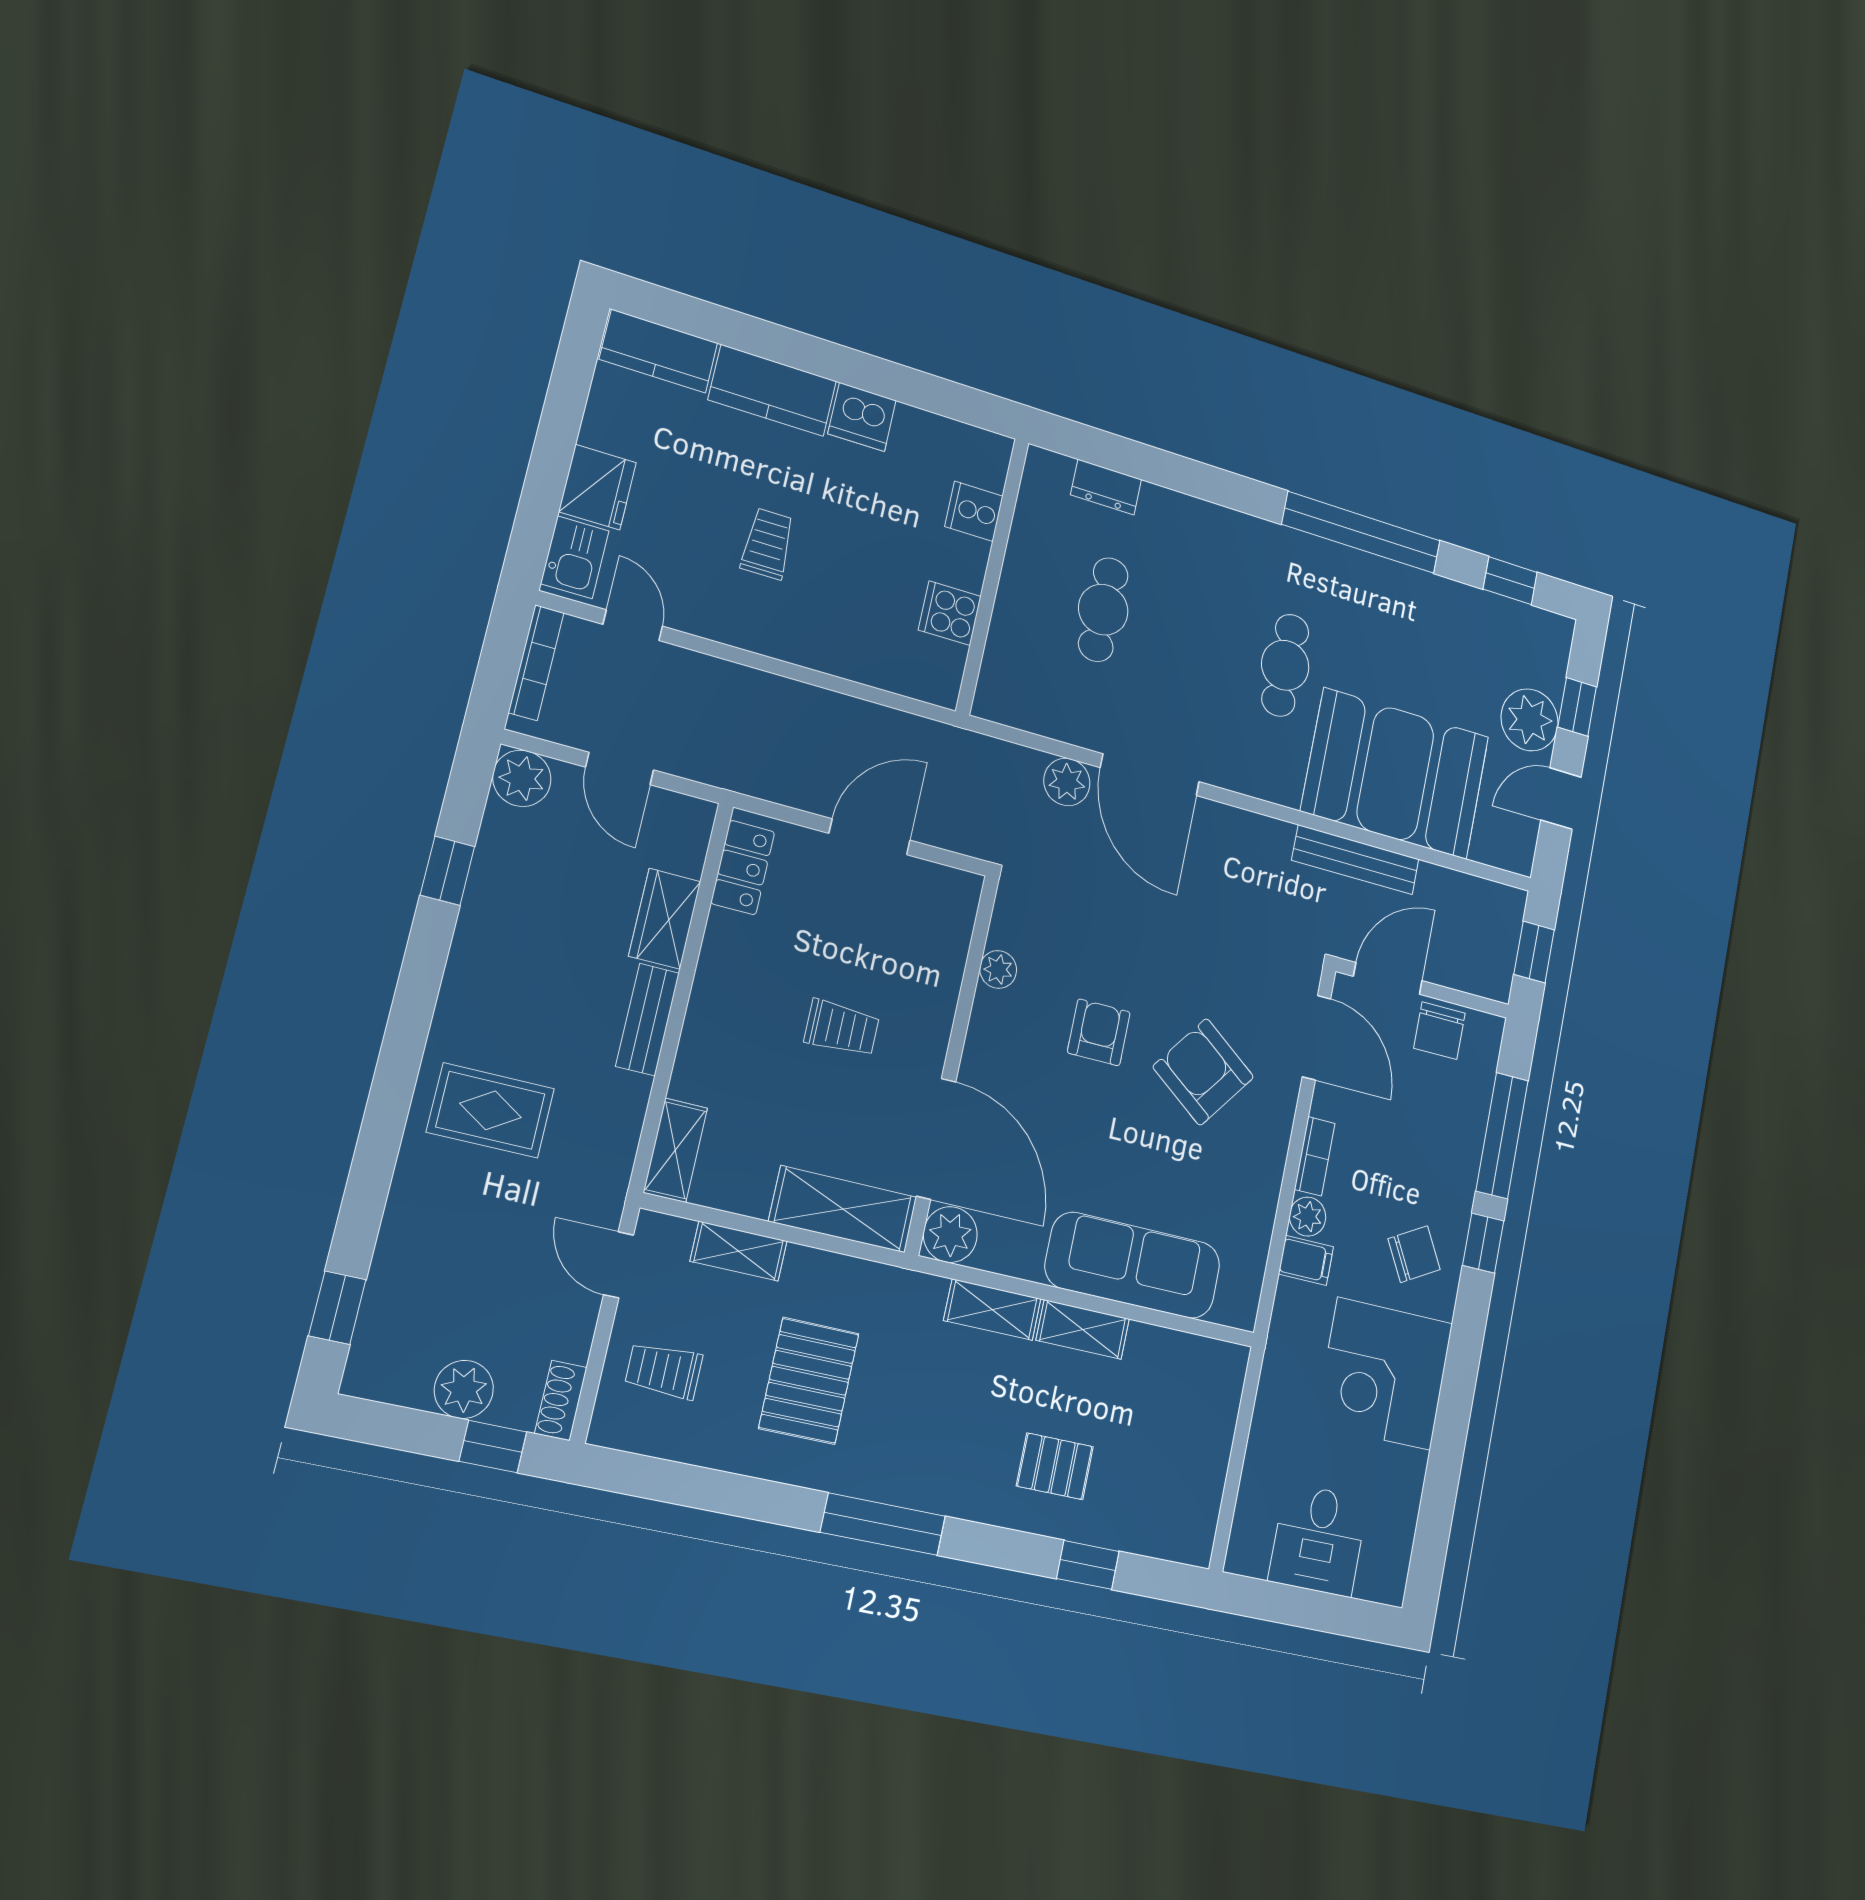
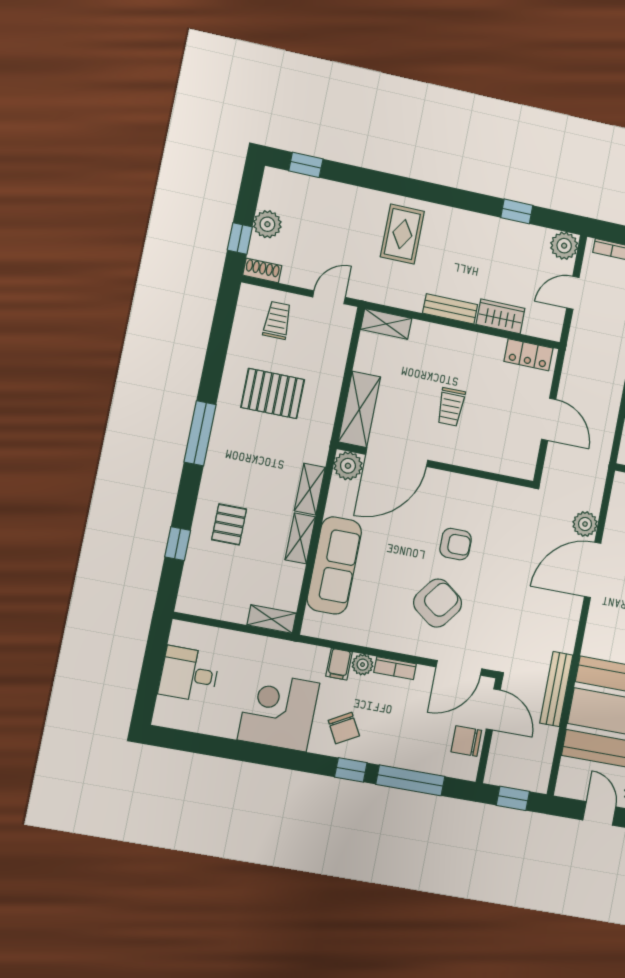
plant: (998, 969) -> (485, 489), removed
shelving: (739, 1251) -> (272, 619), moved, turned 90

